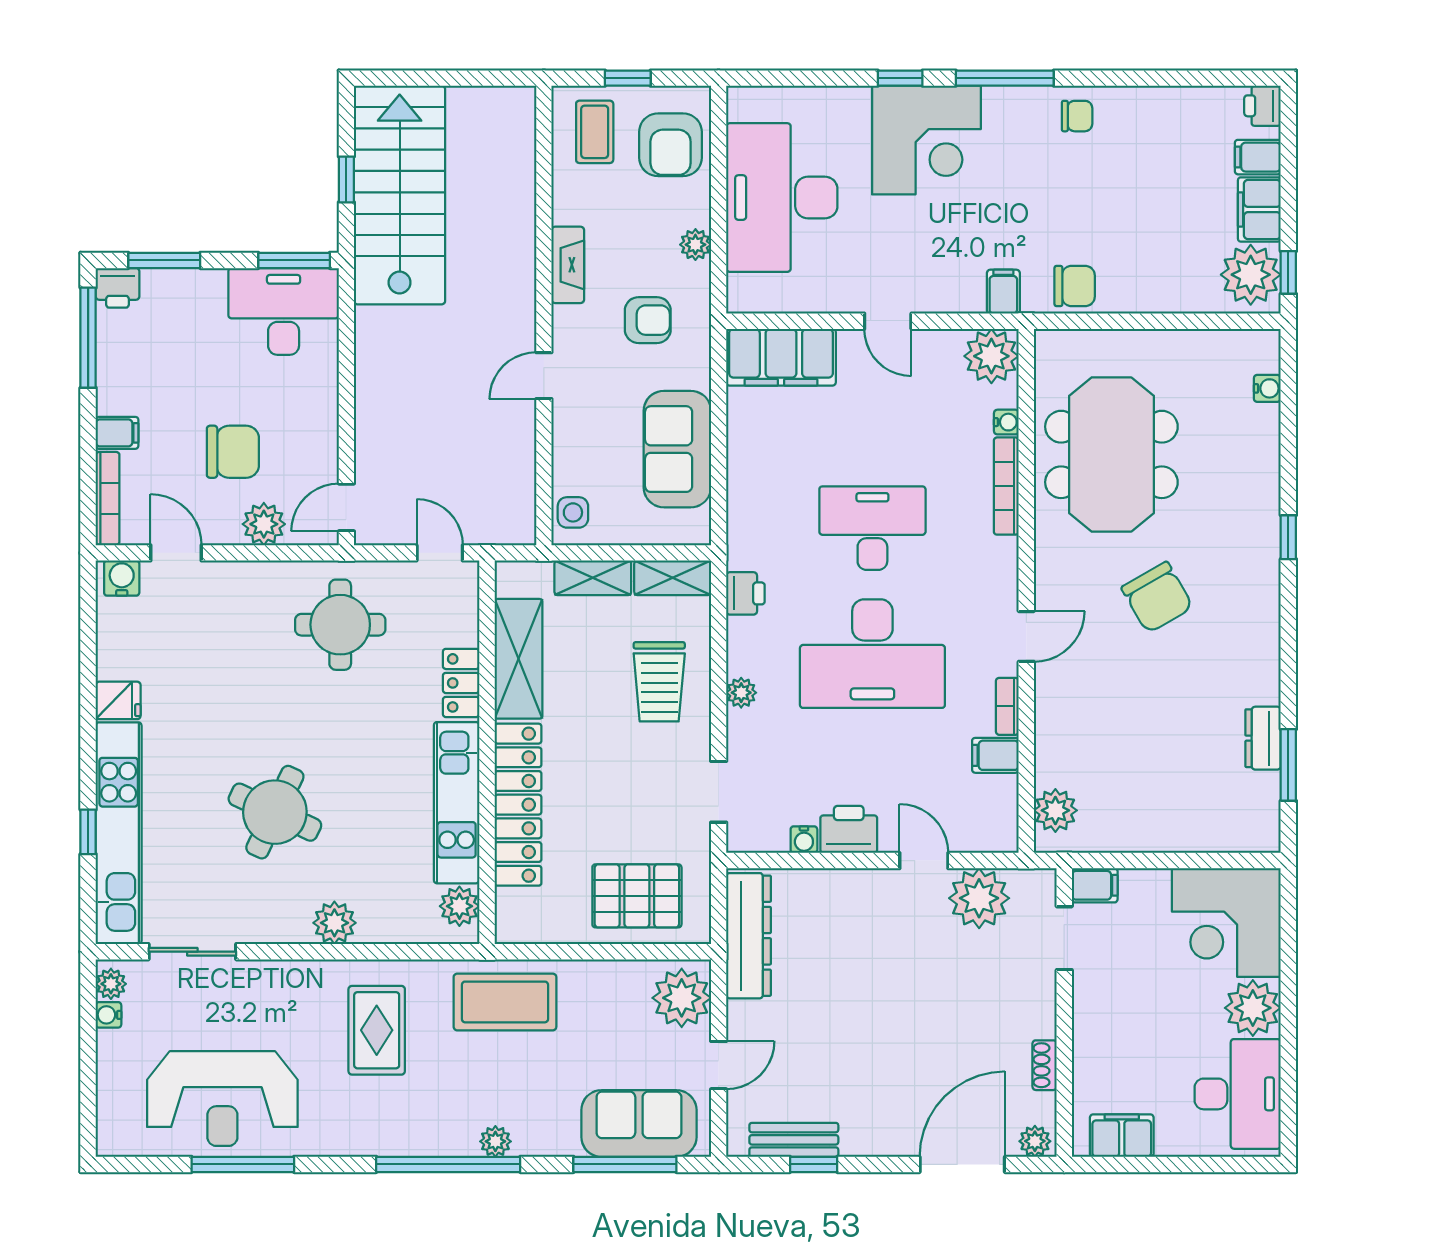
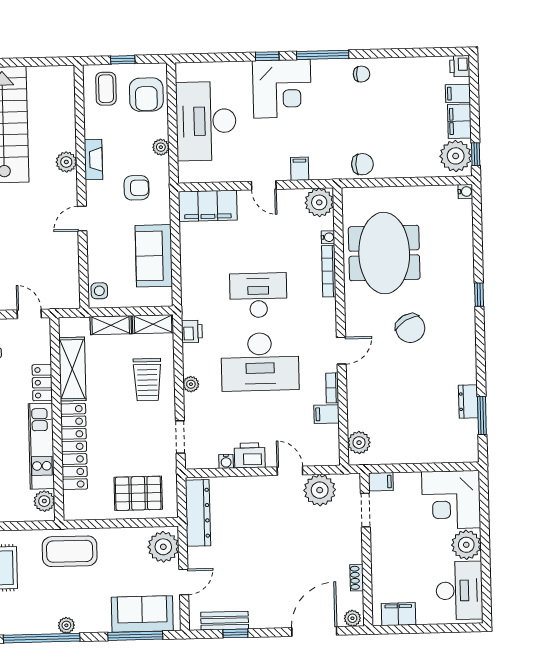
plant: (517, 268) -> (66, 162), added
filing cabinet: (1003, 292) -> (300, 169), moved
water cooler: (1267, 388) -> (465, 192), moved

